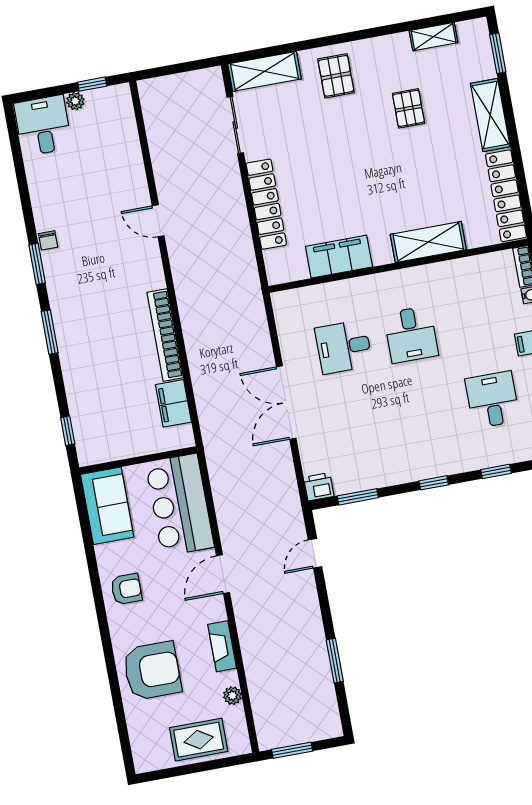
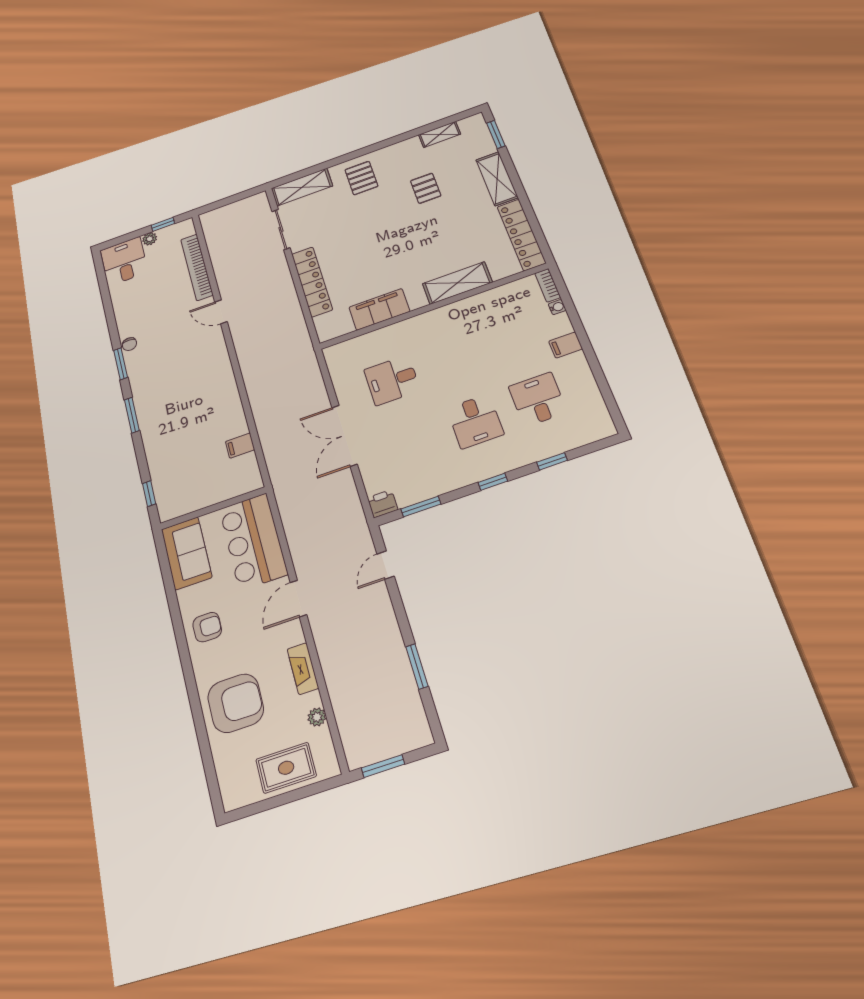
bookcase: (165, 335) -> (197, 267), moved
desk: (411, 335) -> (475, 421), moved
filing cabinet: (173, 403) -> (240, 446), width x0.50

